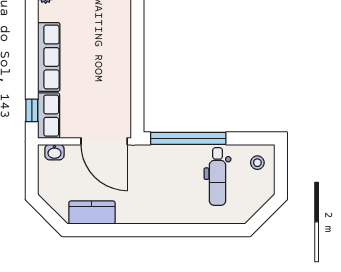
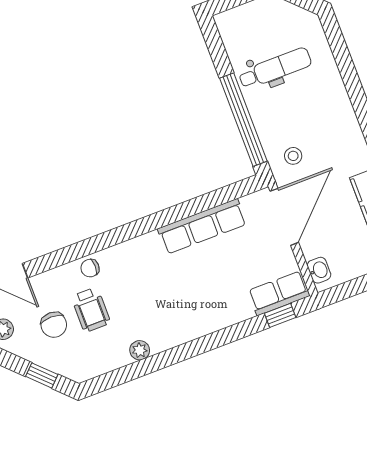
row of seats: (49, 57) -> (202, 226), moved, turned 180
stool: (257, 163) -> (293, 156), moved

